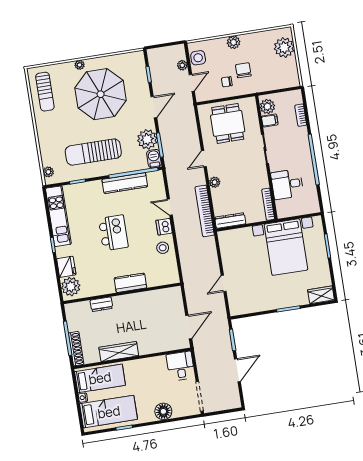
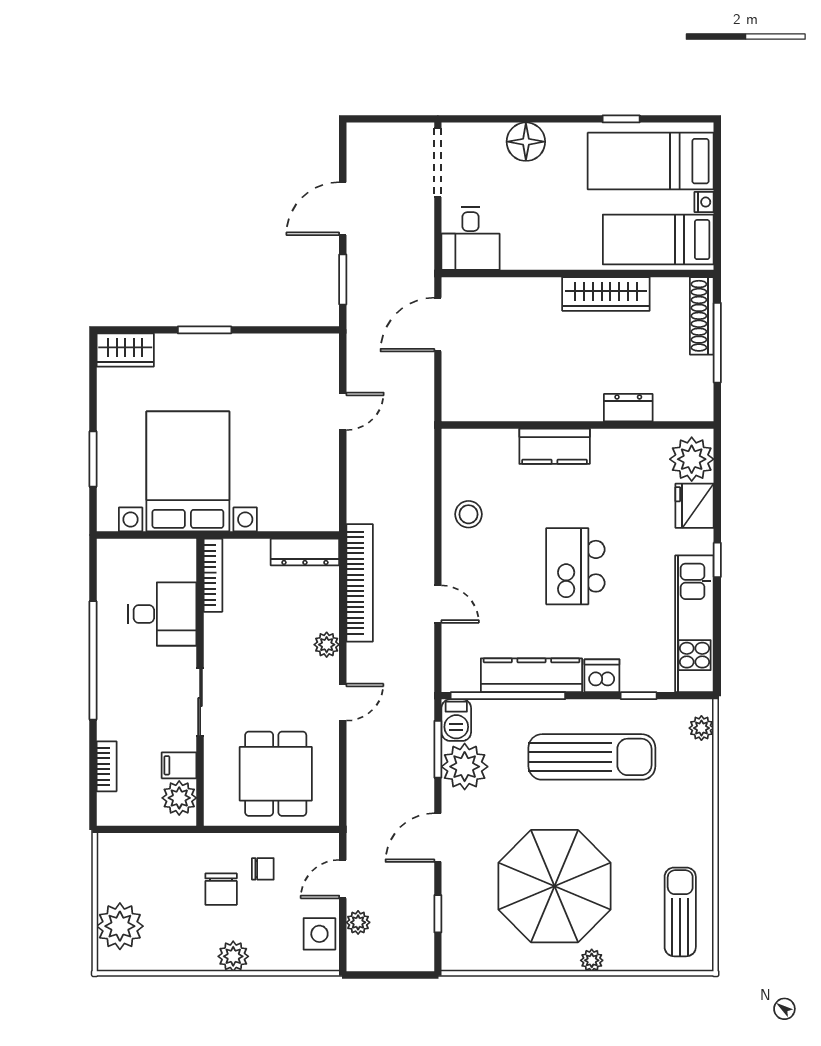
dishwasher: (164, 227) -> (602, 676), moved, turned -90

